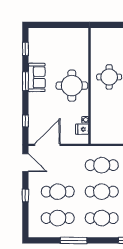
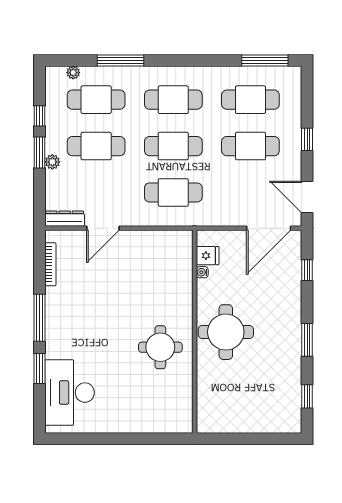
sofa: (37, 77) -> (287, 346), removed
window: (74, 240) -> (265, 60), moved

